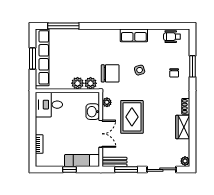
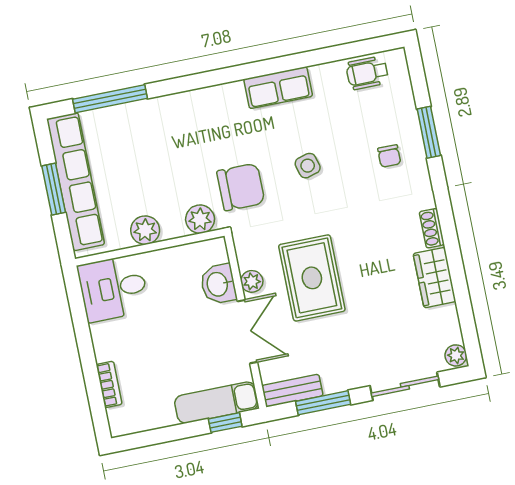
plant: (78, 83) -> (145, 230), moved
plant: (107, 102) -> (252, 281), moved
window: (69, 170) -> (225, 423), moved

